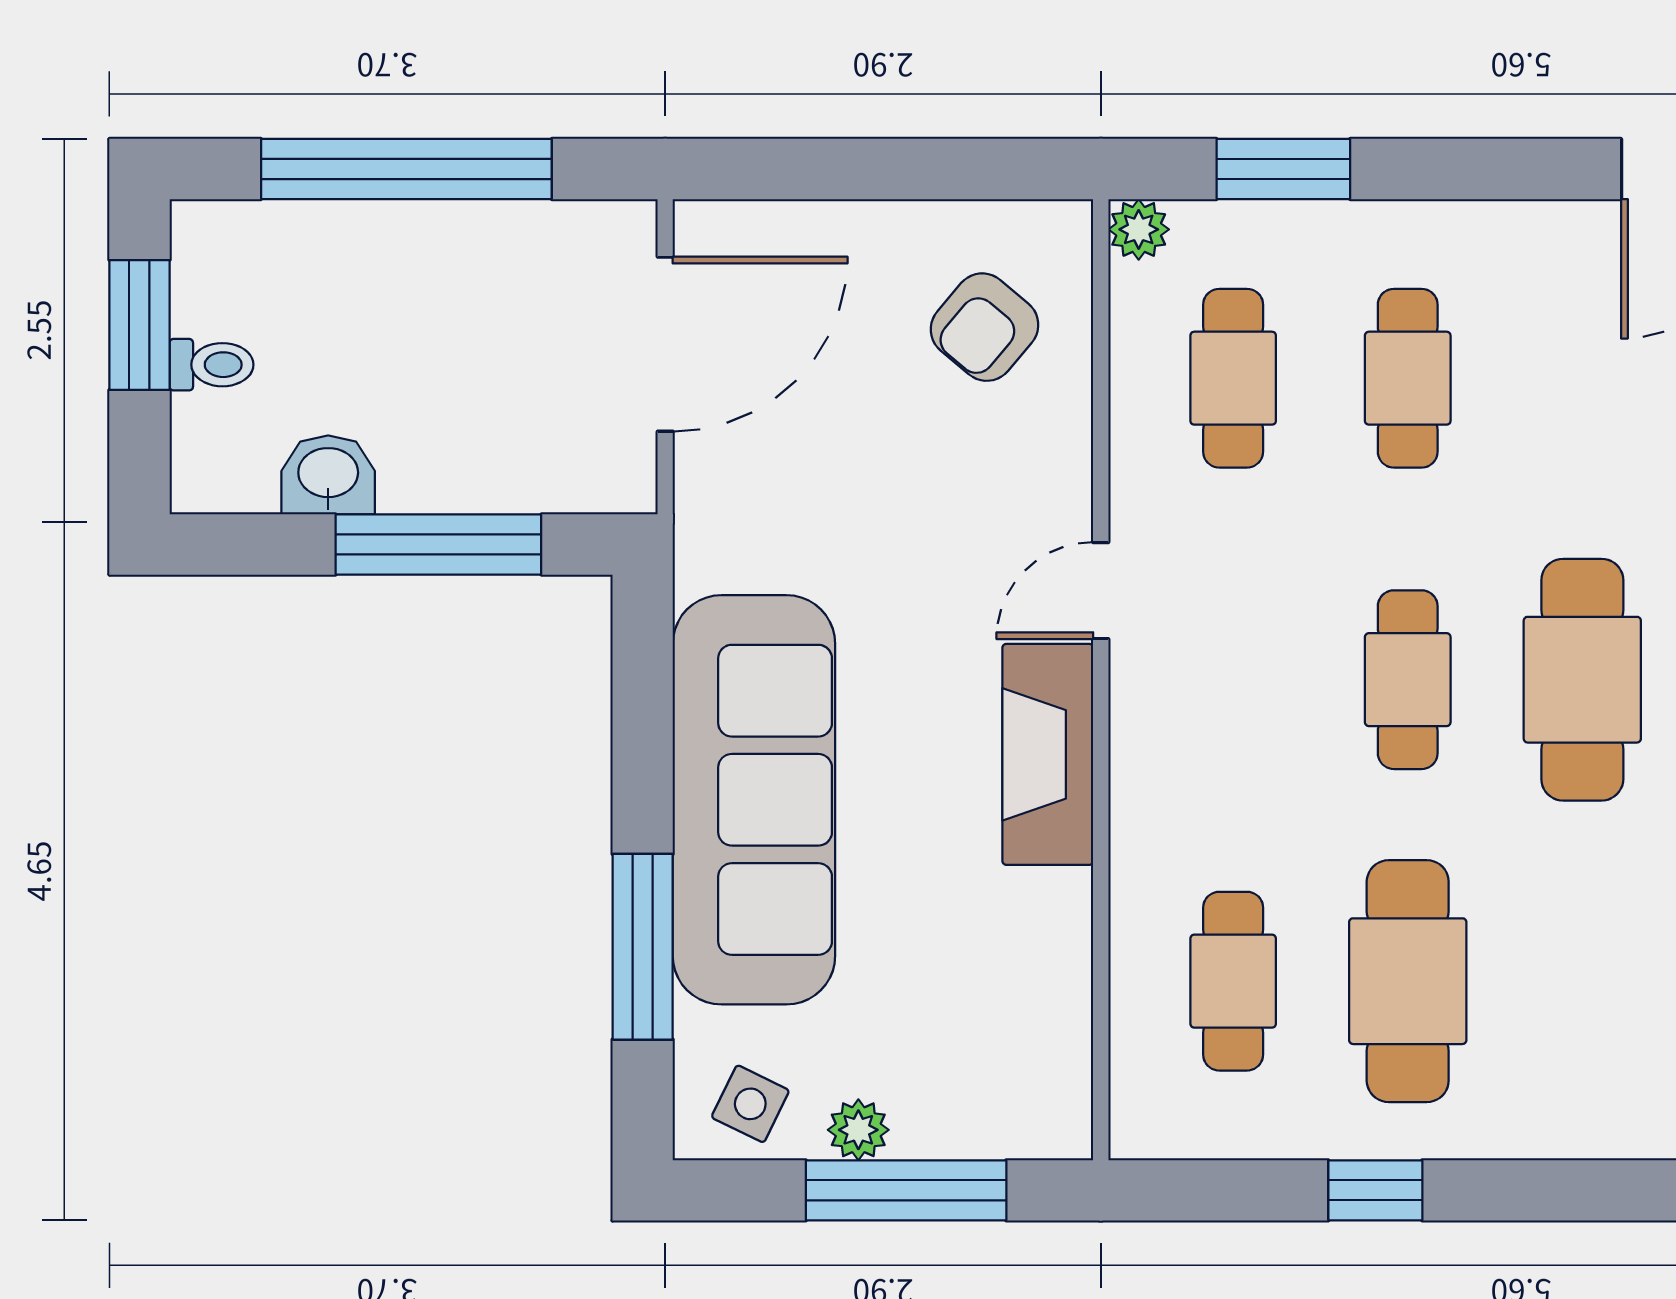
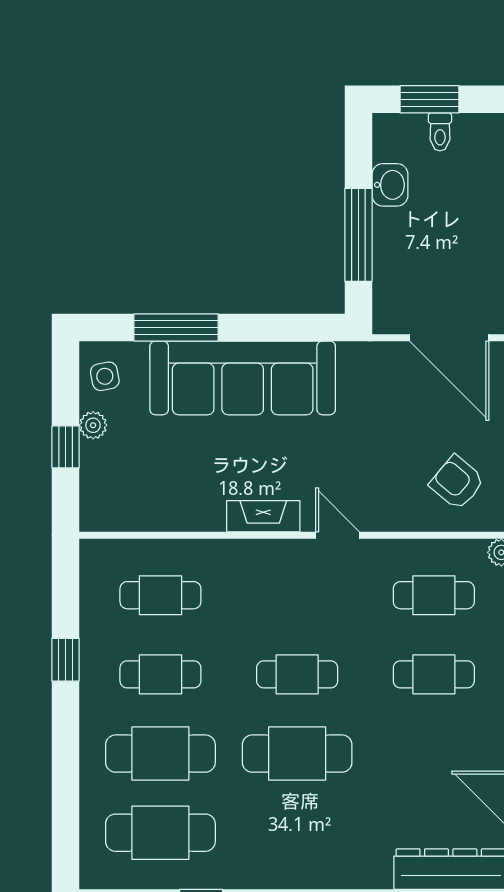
window: (139, 325) -> (429, 99), moved
fireplace: (1048, 754) -> (263, 516), width x0.73, depth x0.76
cafe table: (1408, 981) -> (160, 674), width x0.73, depth x0.74
cafe table: (1582, 981) -> (160, 754), added
side table: (750, 1104) -> (105, 376), turned -37
window: (906, 1190) -> (66, 447), width x0.46

